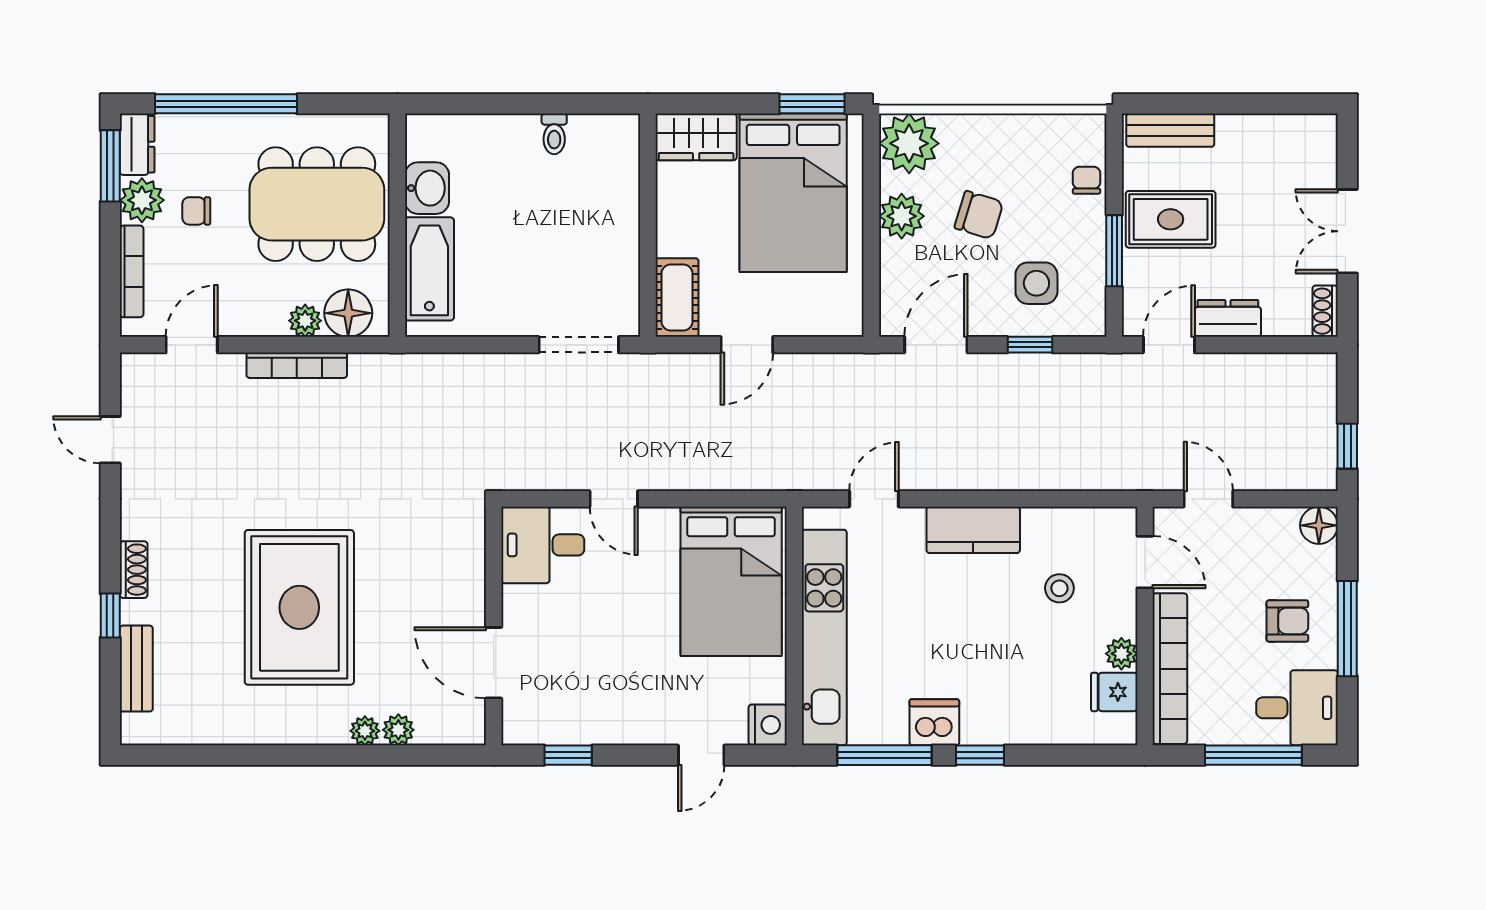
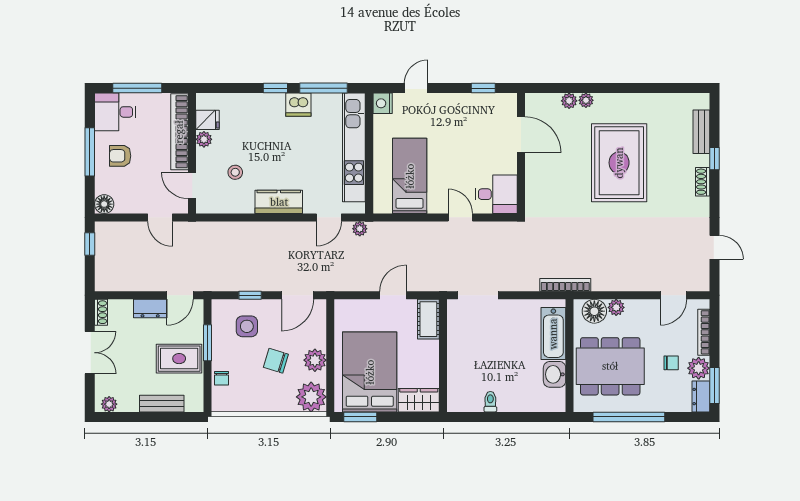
window: (226, 104) -> (629, 417), moved
plant: (1309, 129) -> (109, 404), added
bench: (1170, 130) -> (162, 404), moved
bookcase: (297, 365) -> (565, 285), moved
plant: (813, 477) -> (360, 229), added
bed: (731, 581) -> (410, 176), width x0.67

